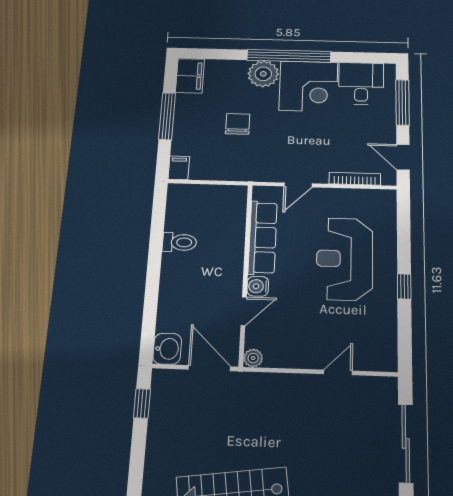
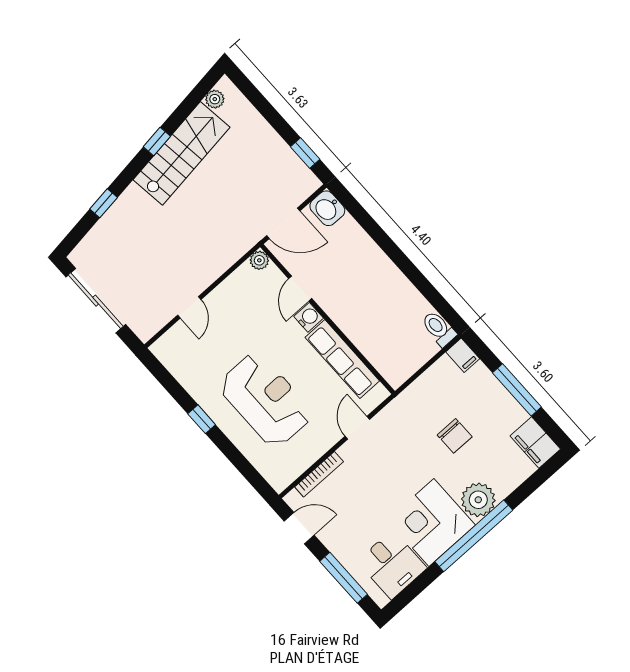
toilet: (179, 242) -> (439, 329), moved, turned 90

